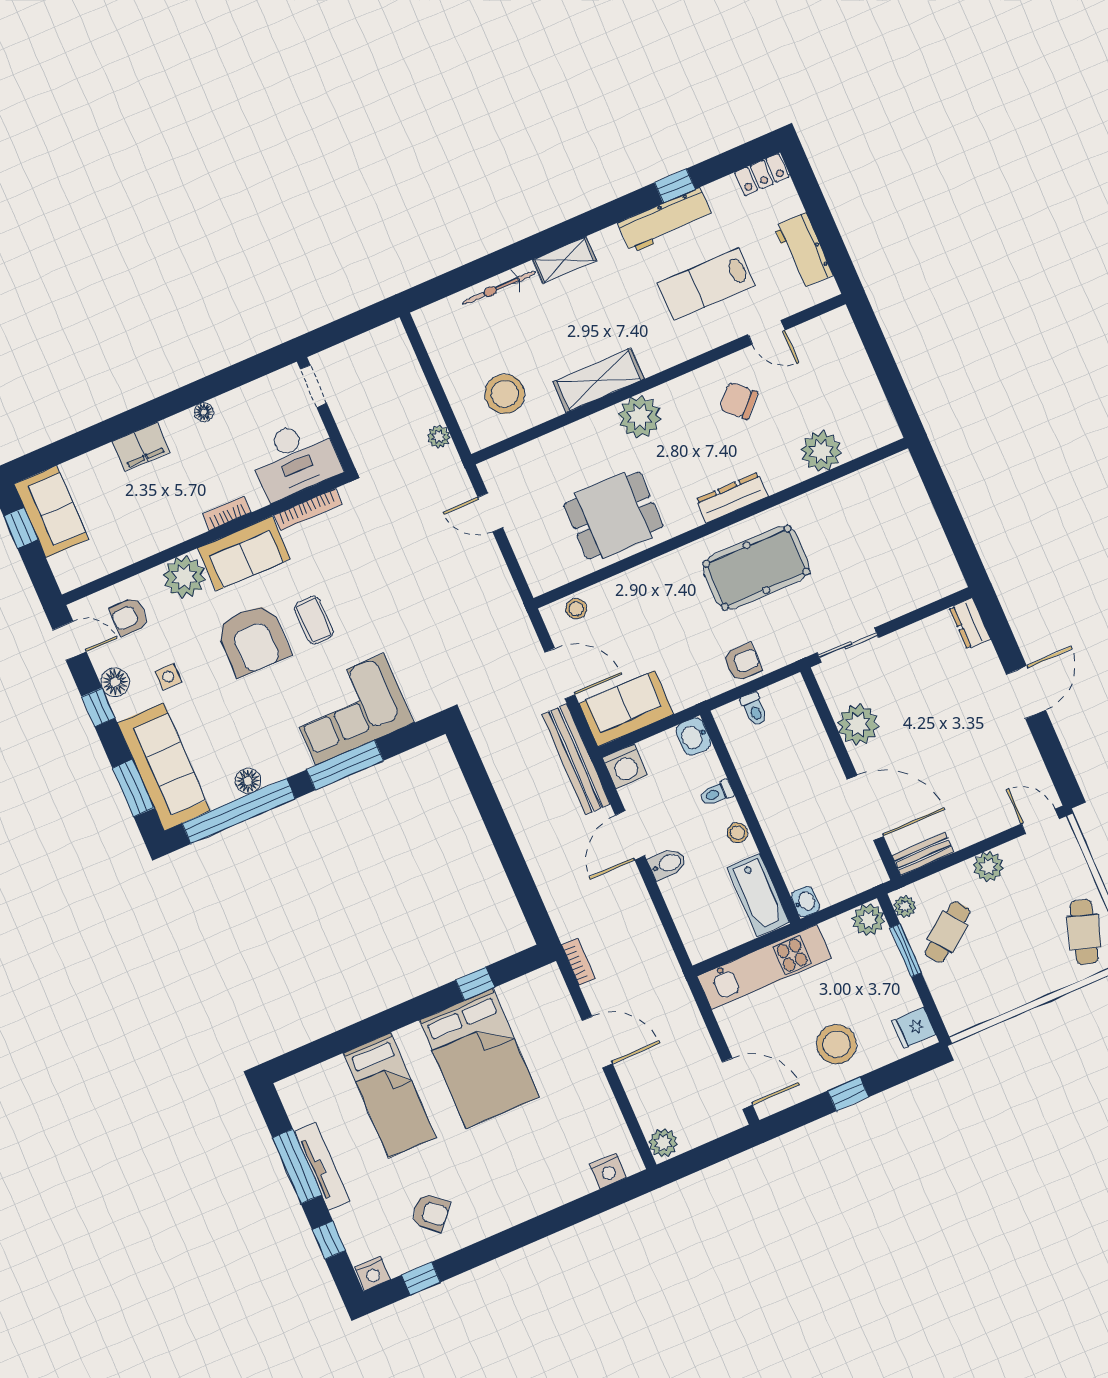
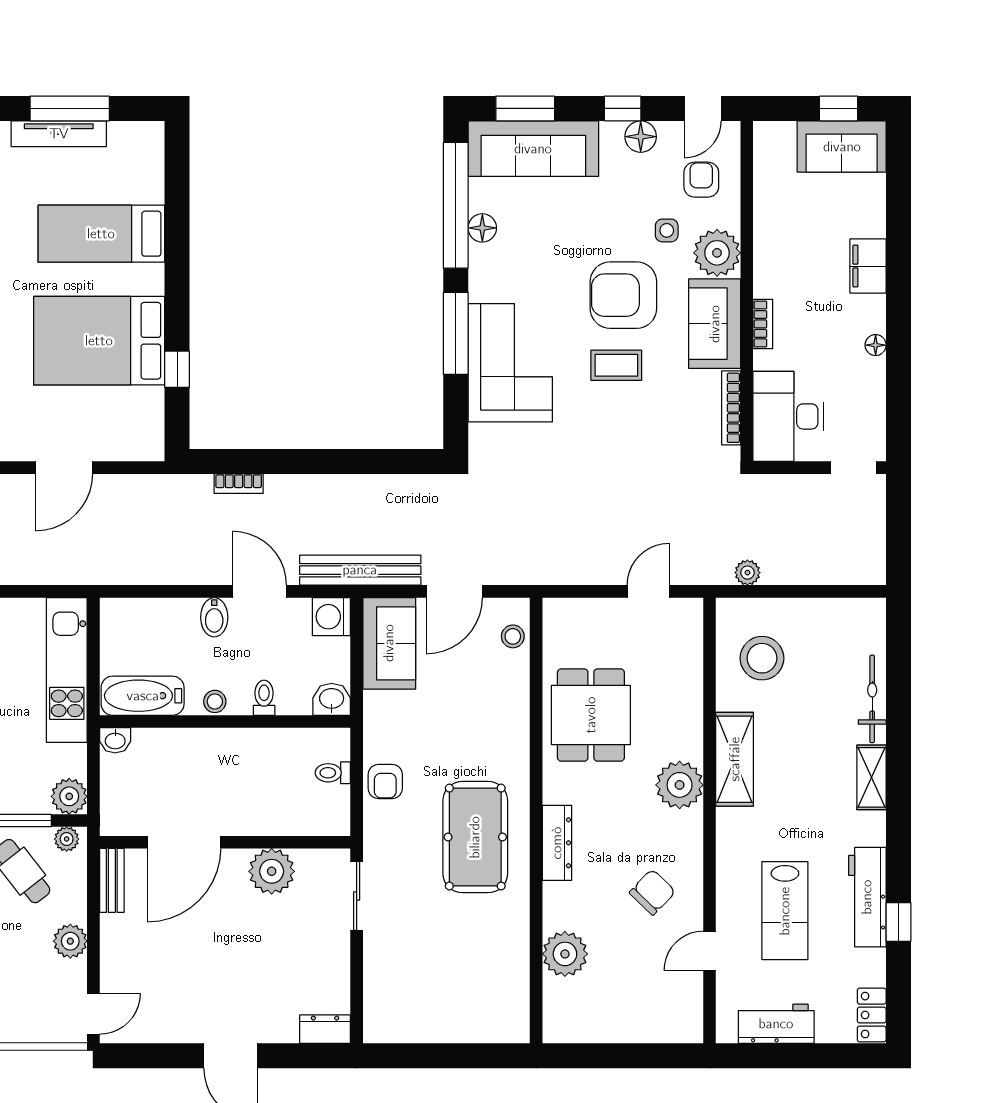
lab bench: (706, 284) -> (785, 911), turned 180
side table: (168, 677) -> (667, 230), moved
bookcase: (578, 962) -> (239, 484), moved

